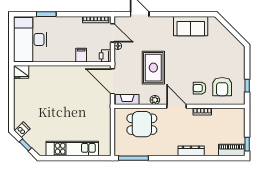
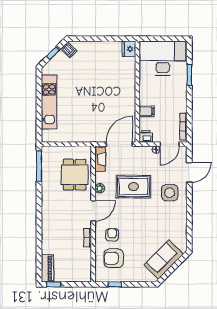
sofa: (191, 26) -> (164, 260), moved, turned 45
side table: (159, 33) -> (170, 193), added
dresser: (191, 151) -> (47, 226), removed

